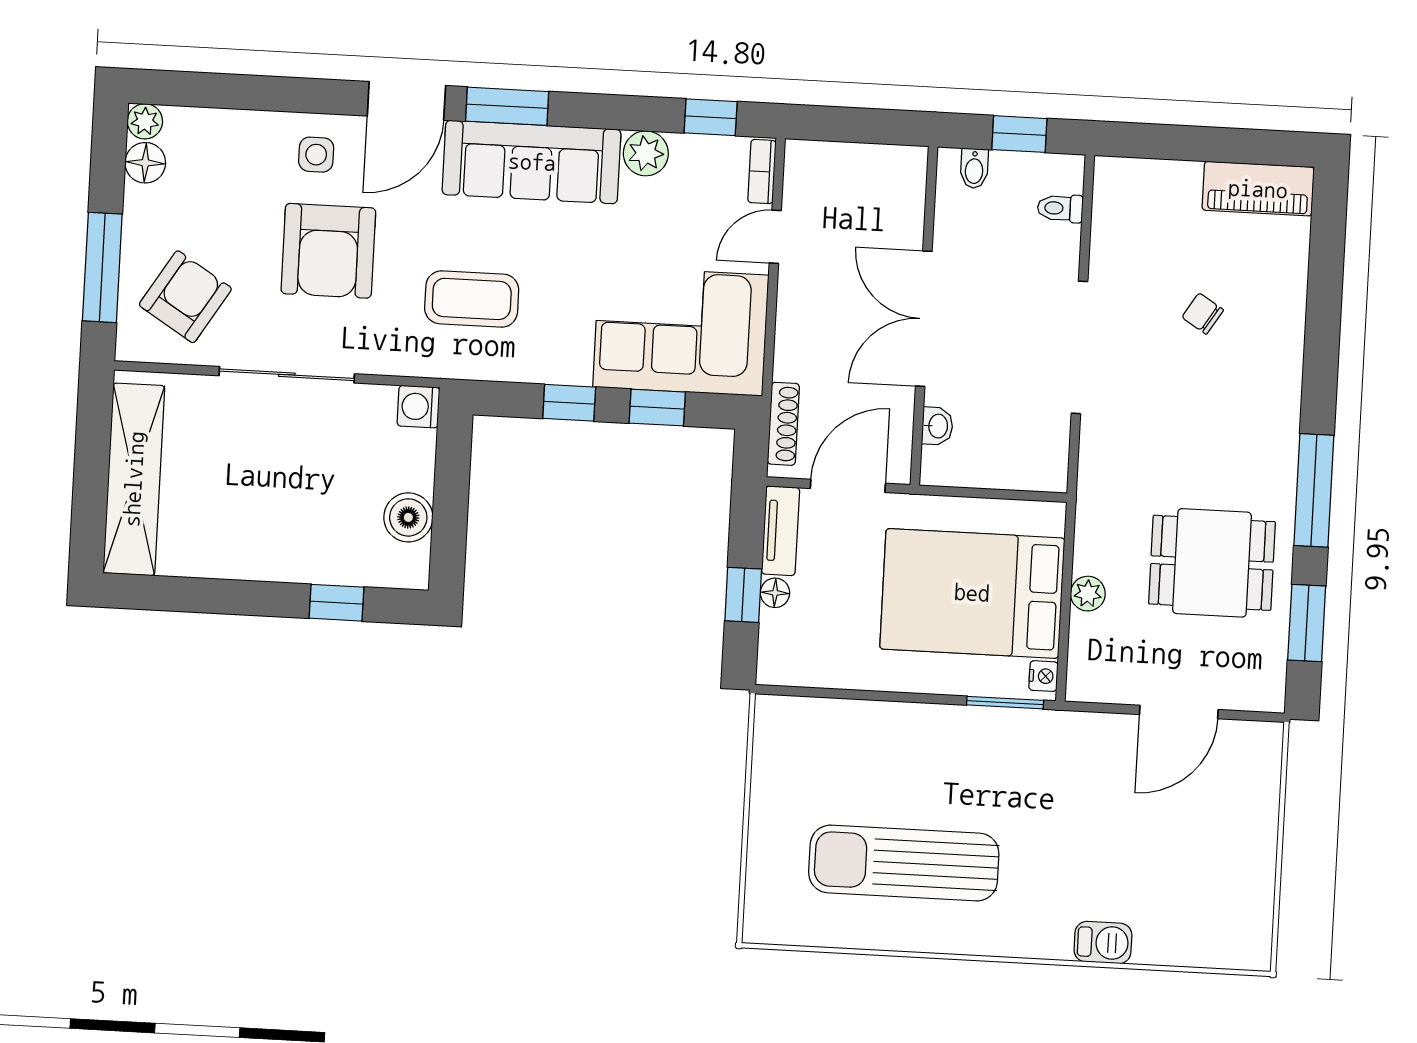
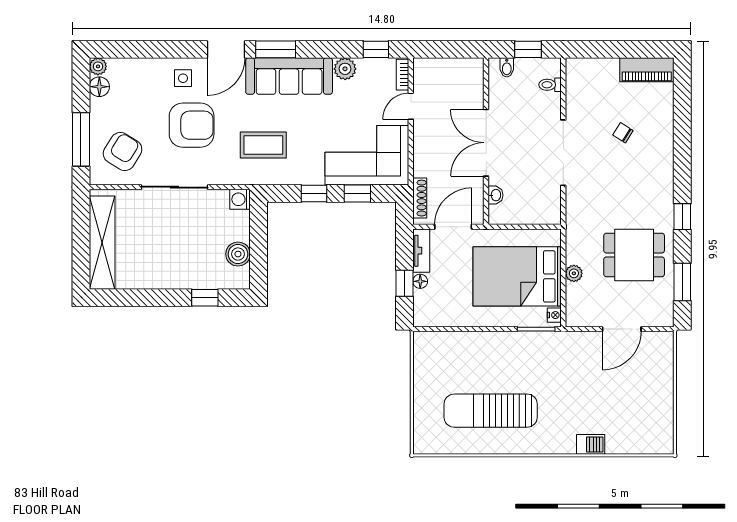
armchair: (328, 251) -> (192, 125), turned -90
window: (1314, 490) -> (682, 217), width x0.46

